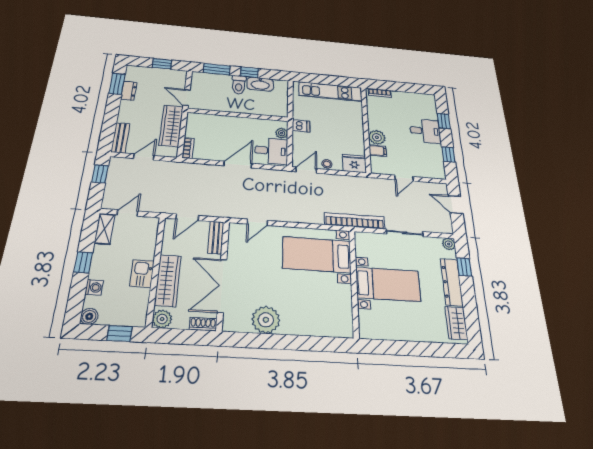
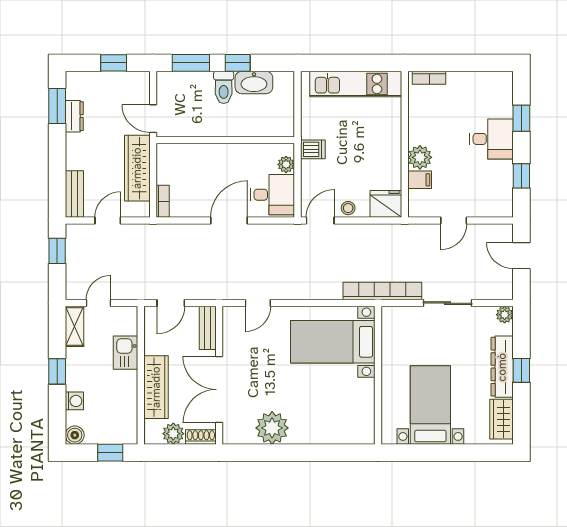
window: (464, 267) -> (521, 370), moved
kitchen sink: (142, 273) -> (126, 353), moved
bed with nightstands: (388, 284) -> (430, 405), moved, turned -90
plant: (162, 319) -> (173, 434), moved

